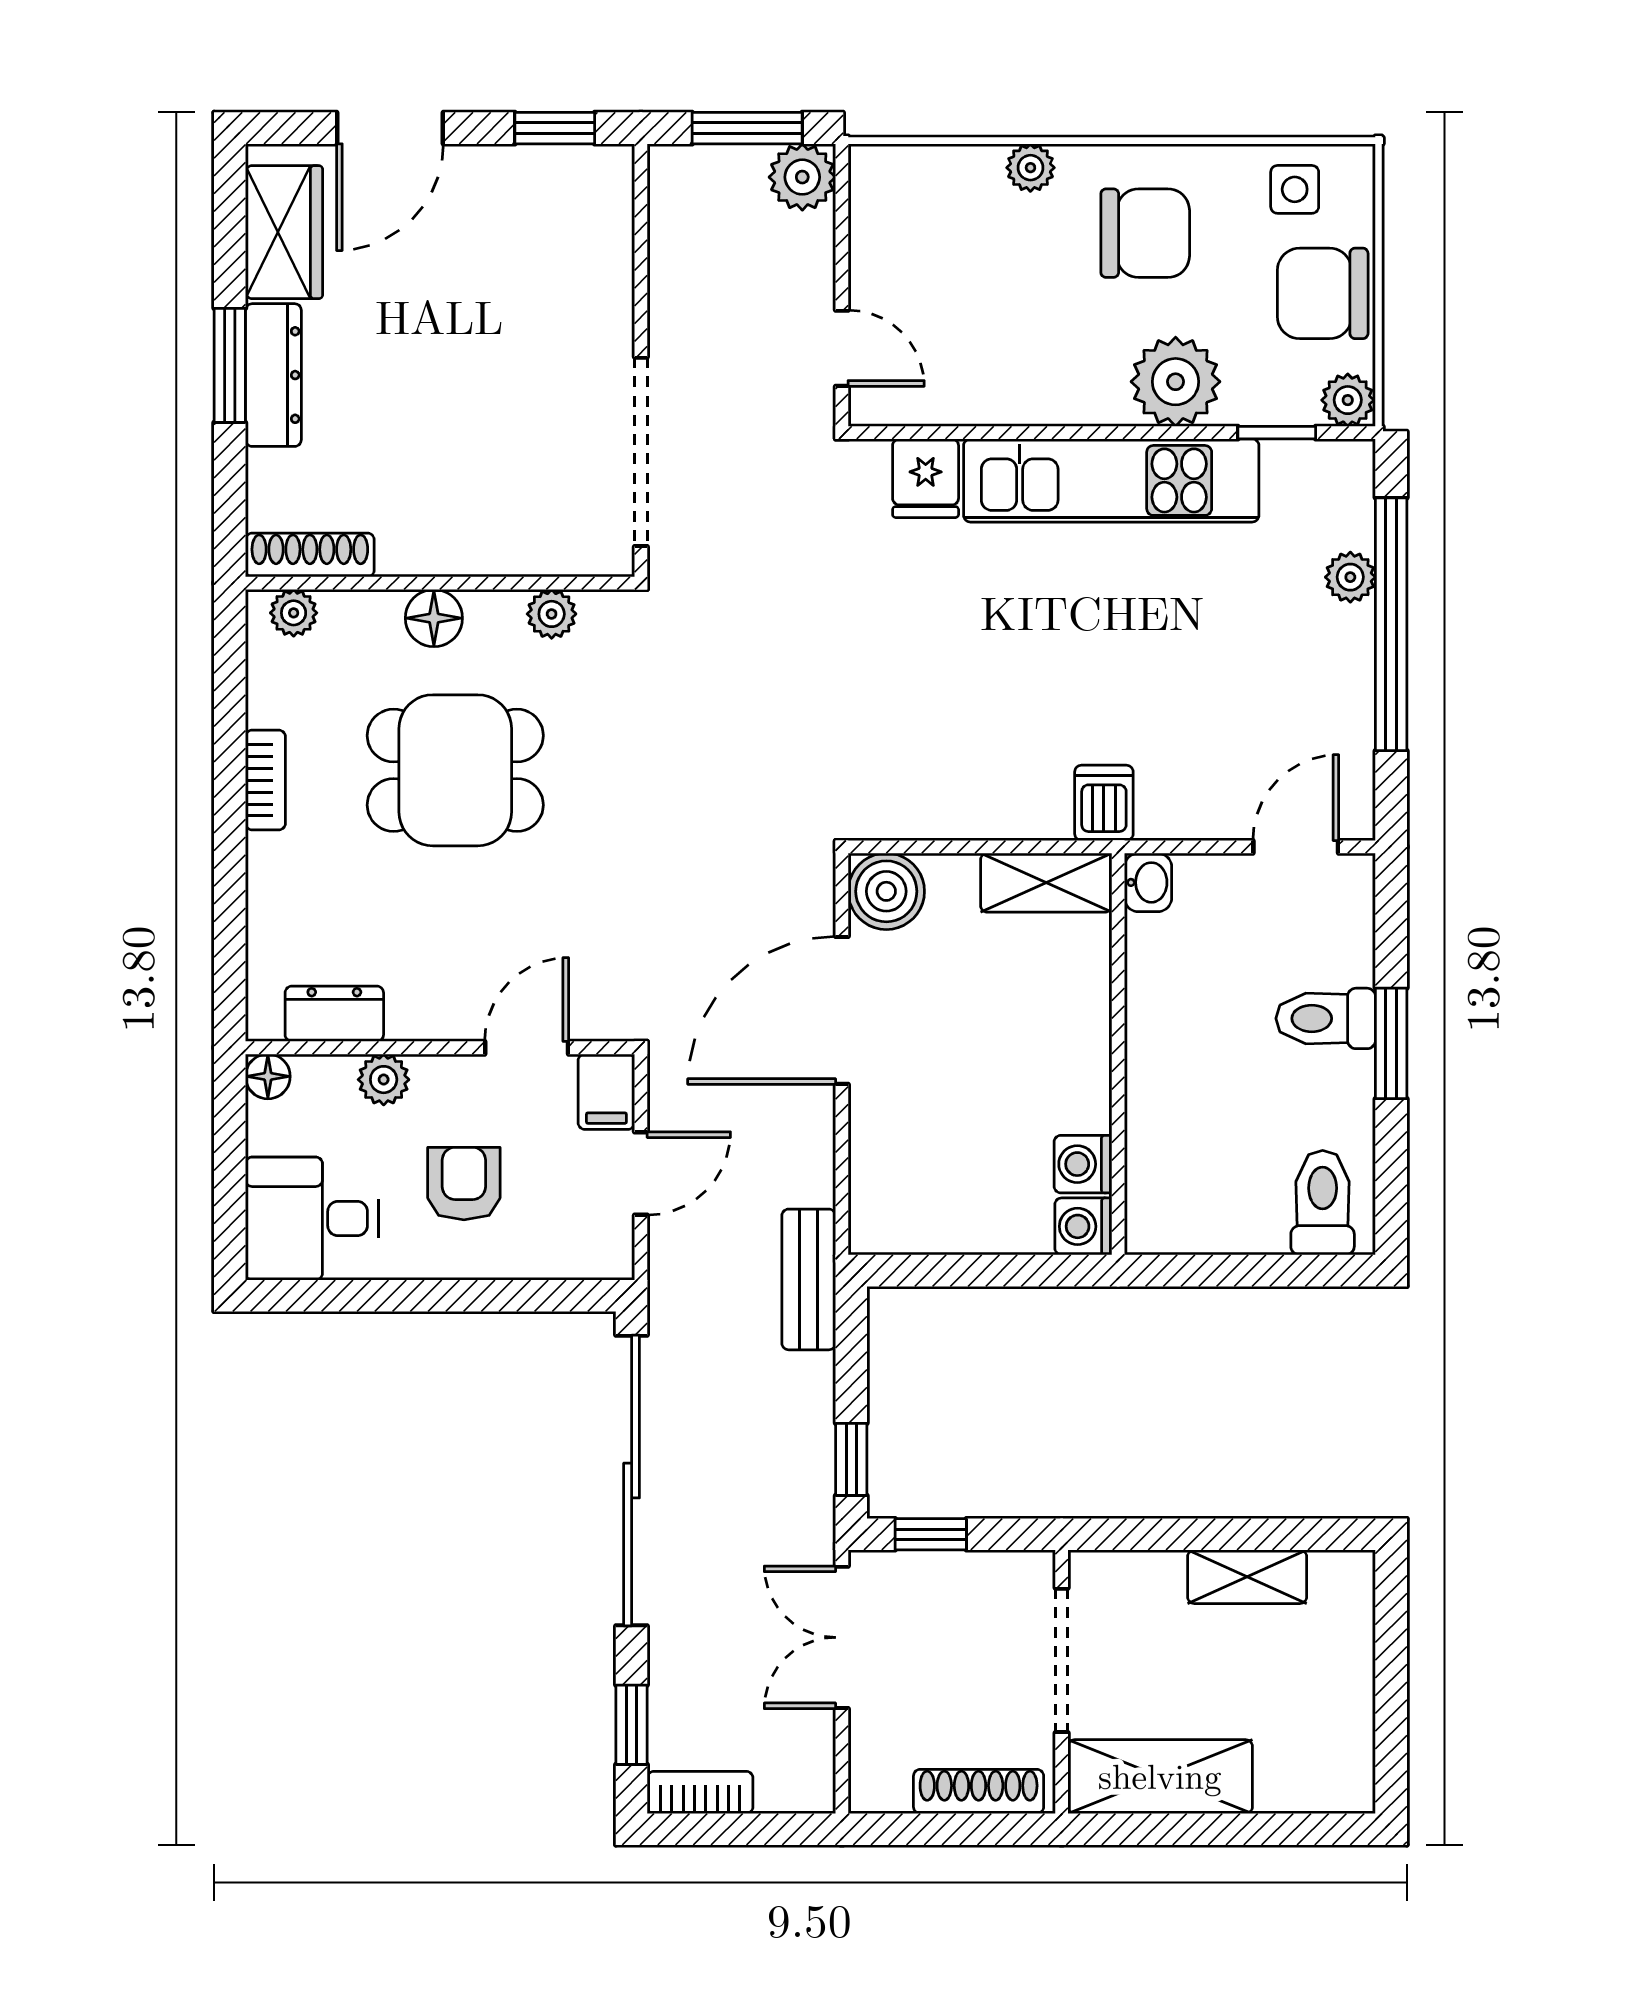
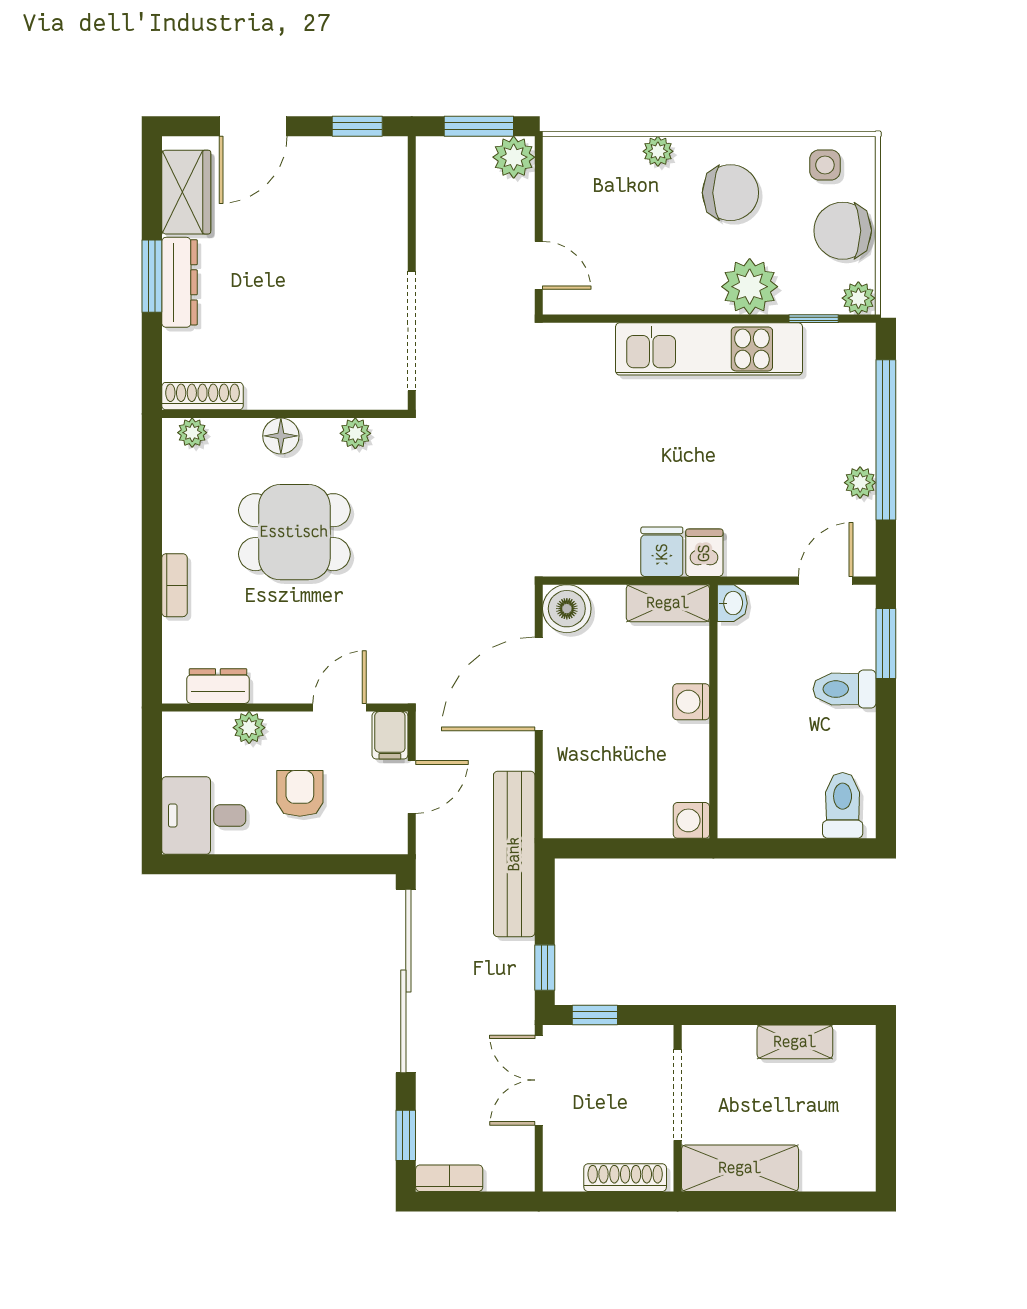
fridge: (926, 478) -> (662, 552), moved, turned 180
plant: (1350, 577) -> (860, 483), moved
bookcase: (265, 780) -> (174, 585), moved
window: (1391, 1043) -> (886, 644), moved
floor lamp: (268, 1076) -> (176, 726), removed
washing machine: (1083, 1164) -> (691, 702), moved
bench: (809, 1279) -> (514, 854), width x1.86, depth x1.21

